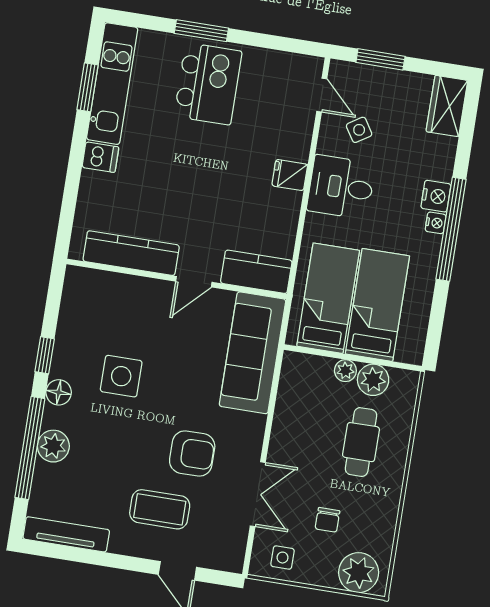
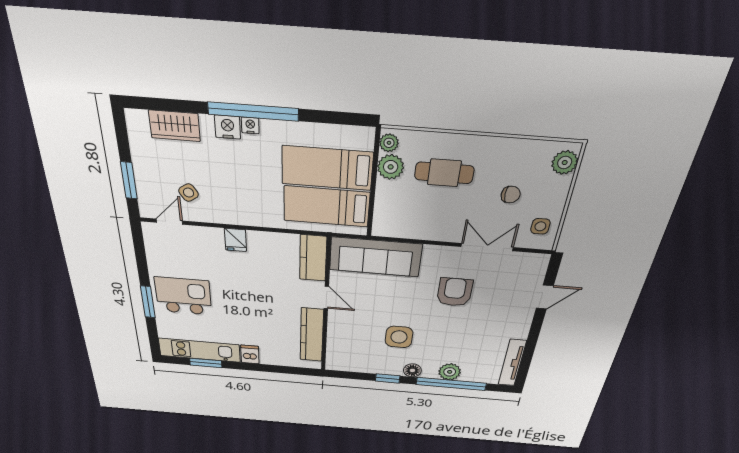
wardrobe: (447, 106) -> (175, 126), moved
desk: (341, 187) -> (237, 203), removed
plant: (345, 371) -> (389, 143), moved
coffee table: (160, 509) -> (497, 310), removed
plant: (359, 573) -> (565, 162), width x0.73, depth x0.73

